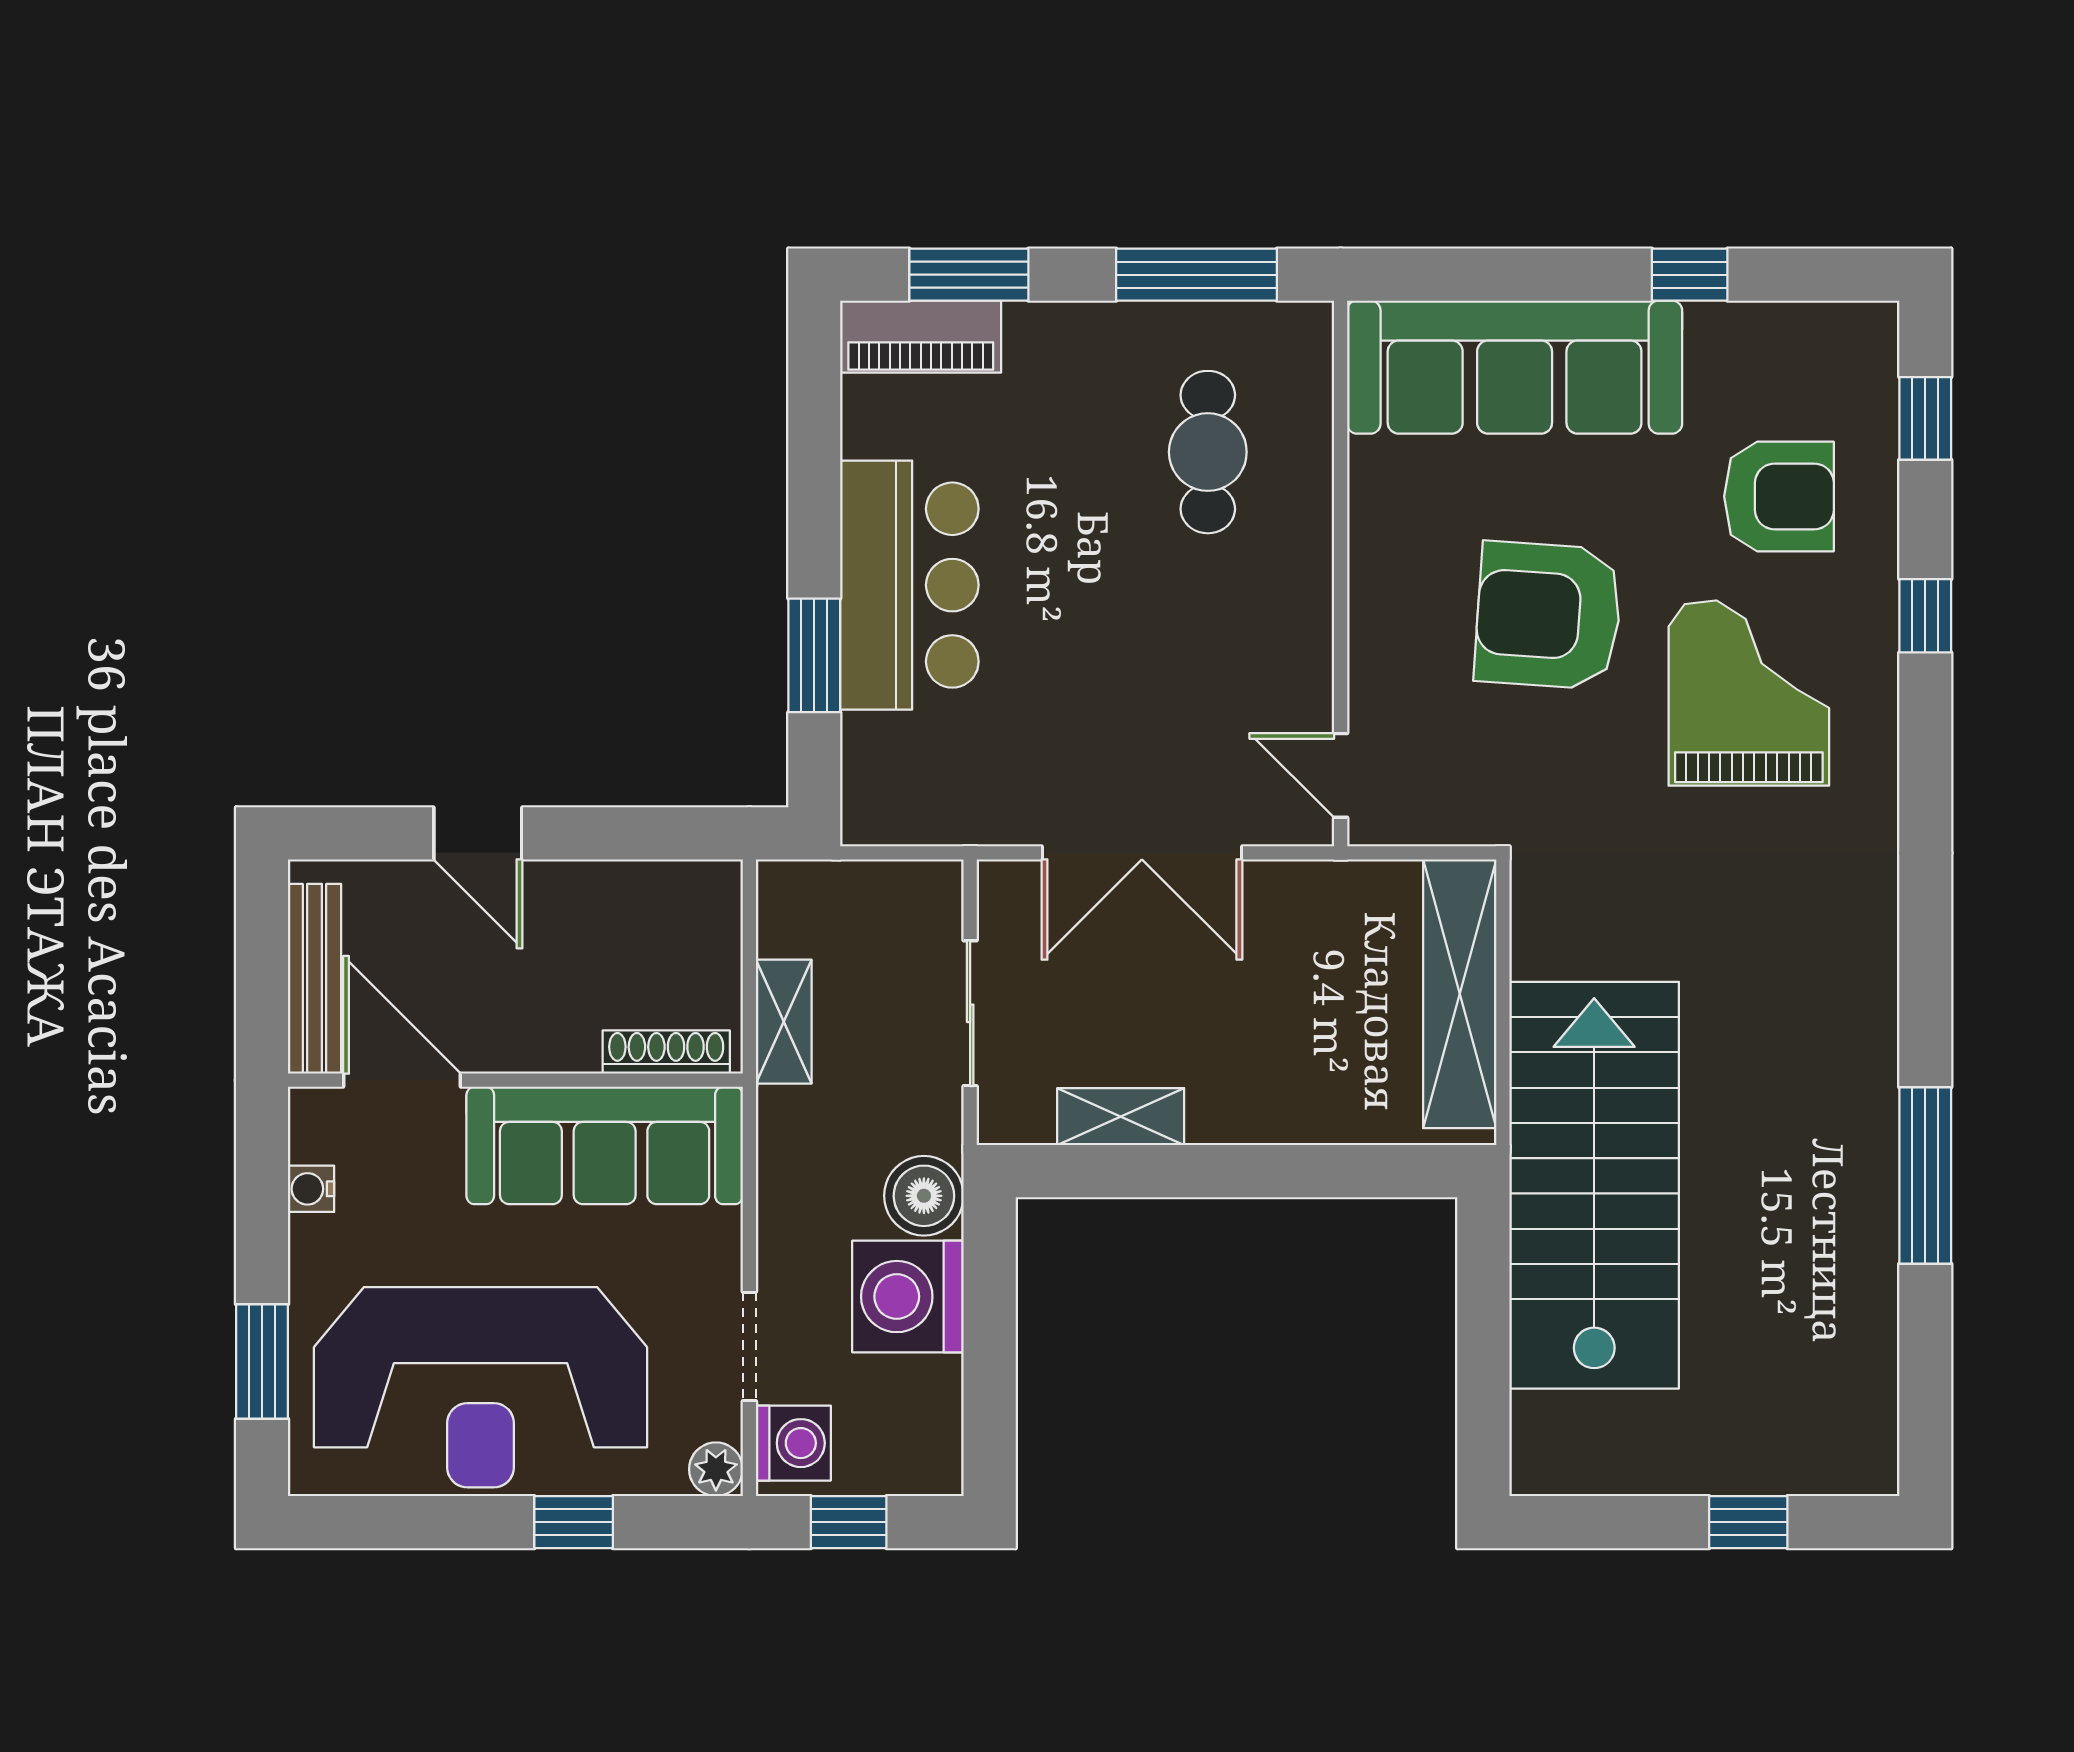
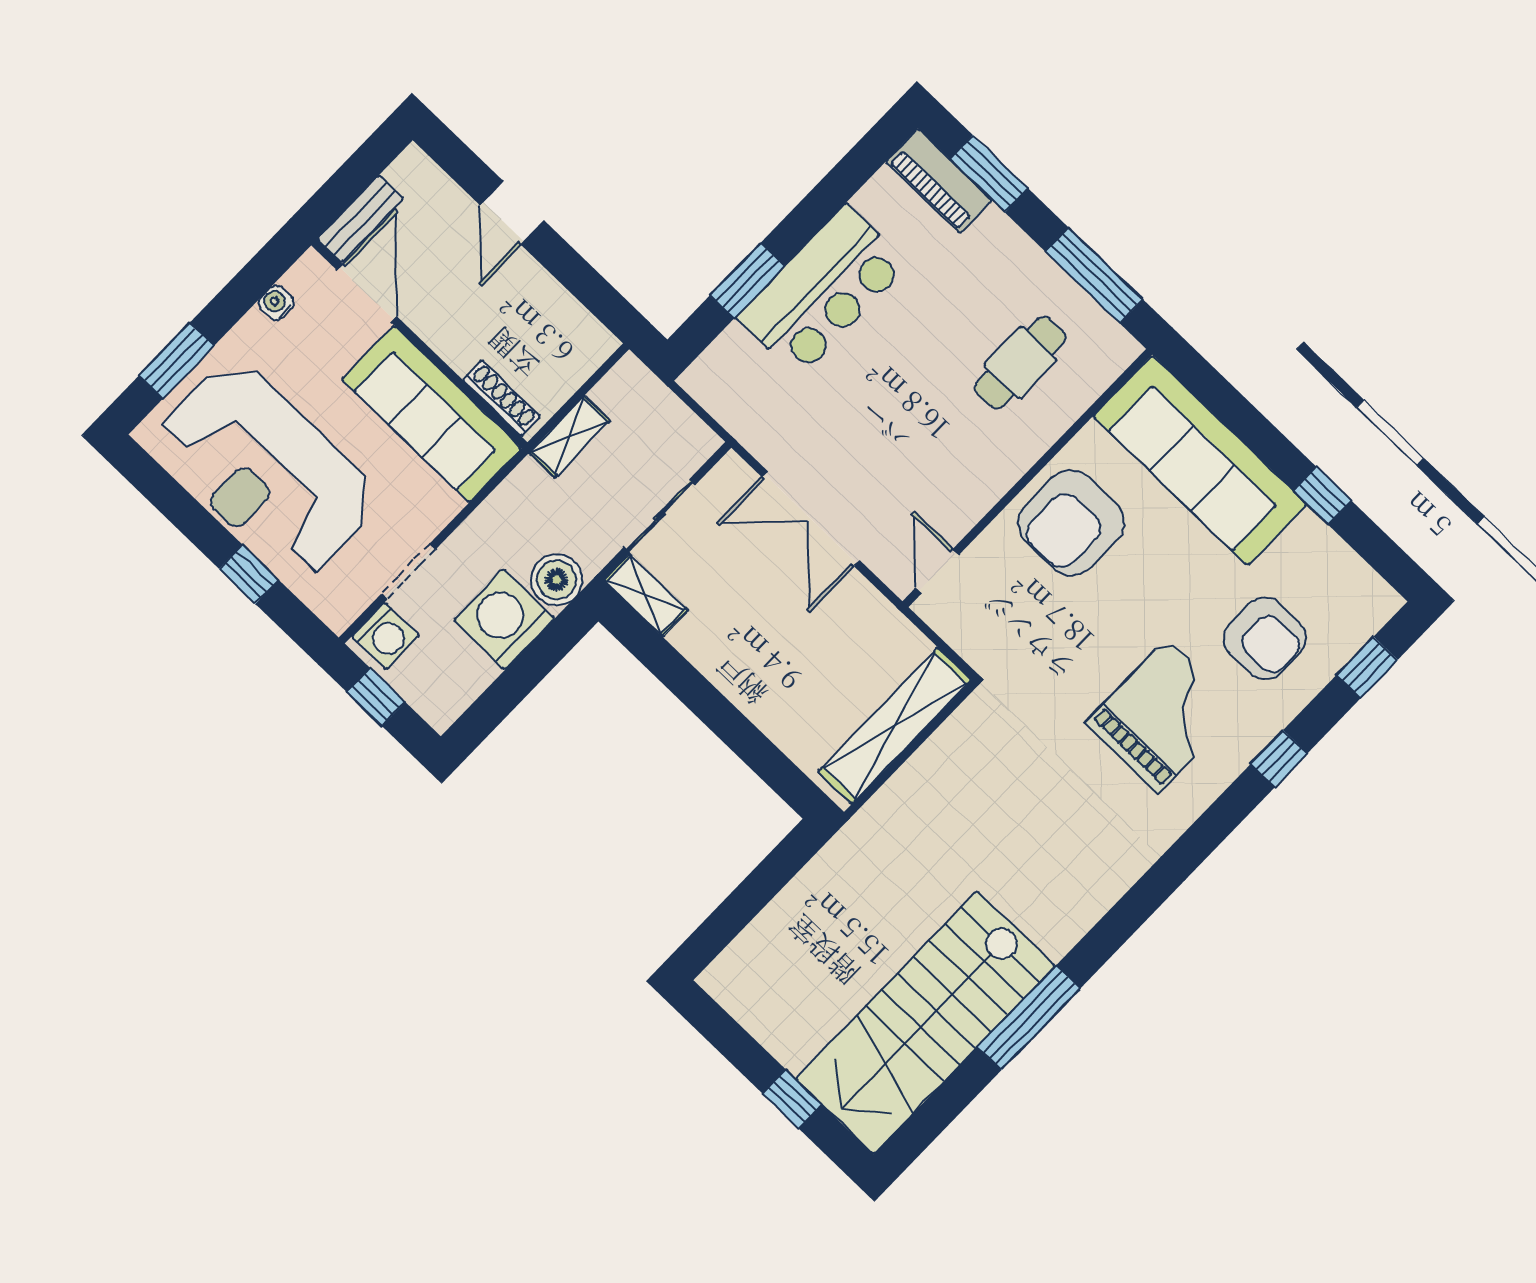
armchair: (1548, 615) -> (1071, 523), moved, turned -94
bench: (315, 979) -> (360, 219), width x0.73
shelving: (1121, 1117) -> (646, 595), moved
stairs: (1594, 1185) -> (925, 1022), moved, turned 180
plant: (716, 1469) -> (338, 613), removed

